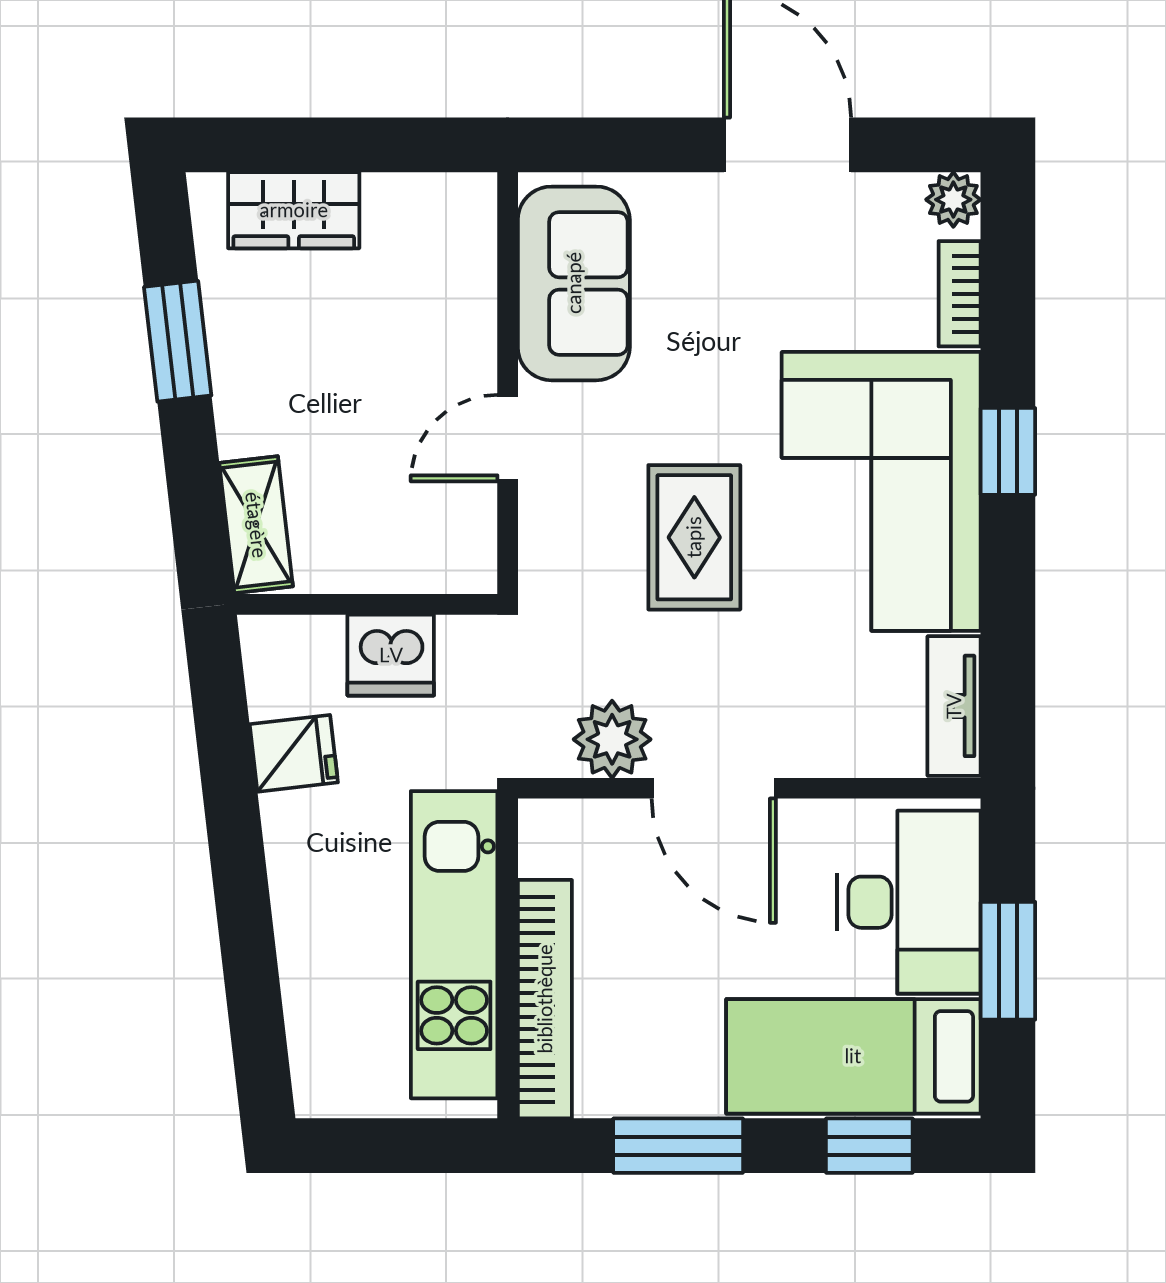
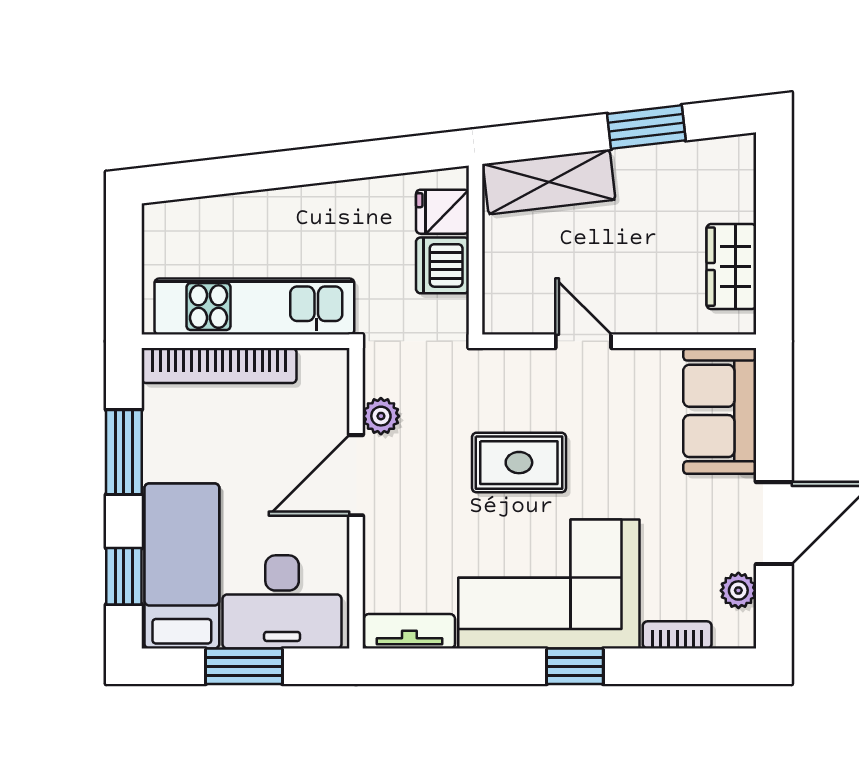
plant: (953, 200) -> (738, 590), moved
wardrobe: (294, 210) -> (731, 267), moved
sofa: (574, 283) -> (720, 411), moved, turned 90
shelving: (256, 525) -> (549, 182), width x1.50, depth x1.33
plant: (612, 739) -> (381, 416), width x0.73, depth x0.73
fridge: (294, 753) -> (442, 212), moved, turned 97

